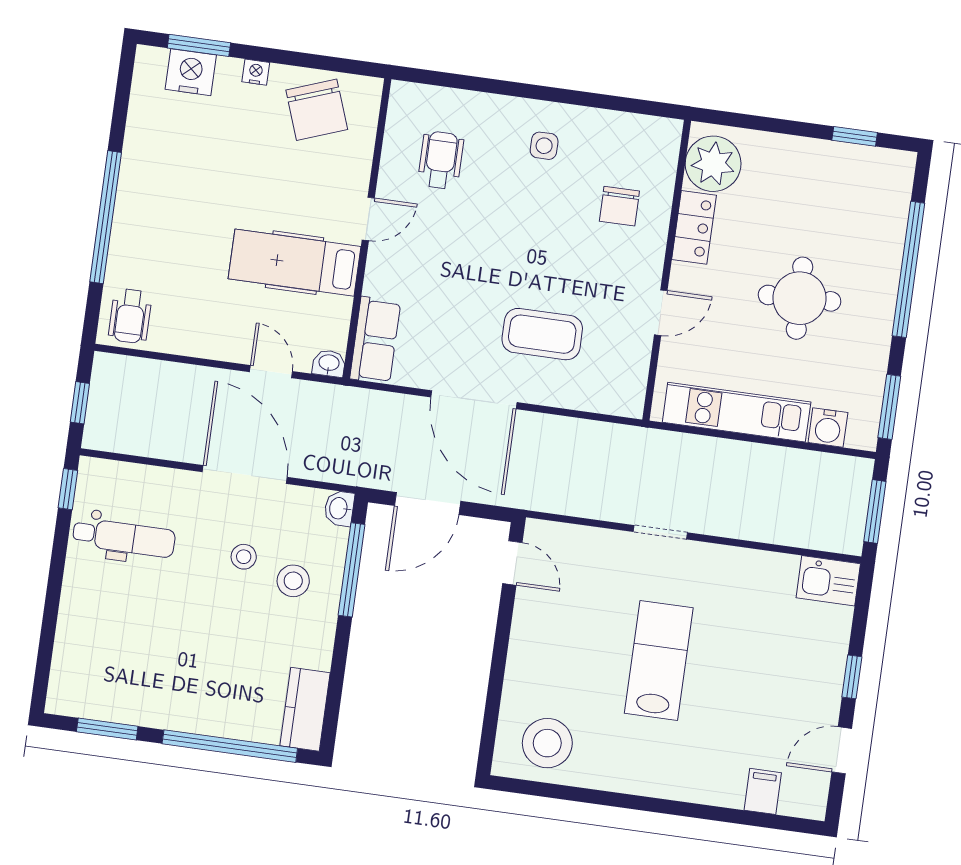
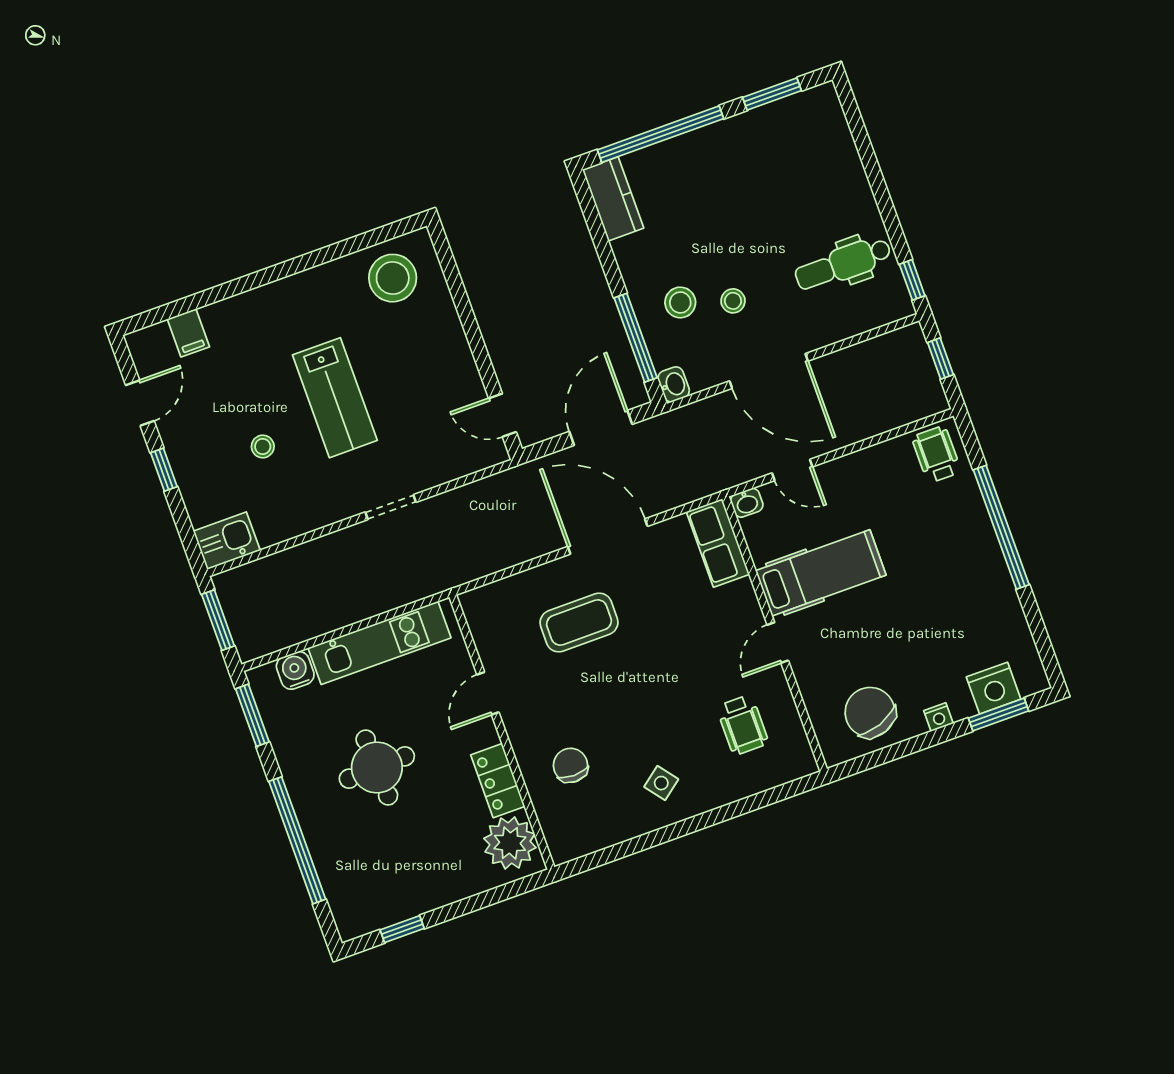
side table: (544, 146) -> (661, 783), turned -38
stool: (749, 650) -> (263, 446), added

